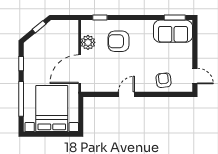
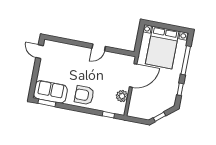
armchair: (118, 41) -> (84, 95), moved, turned 180
armchair: (164, 80) -> (66, 53), removed

